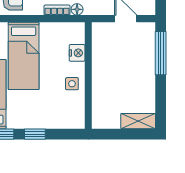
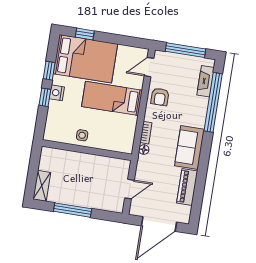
nightstand: (77, 53) -> (57, 93), moved, turned 90
window: (161, 53) -> (73, 210), moved

